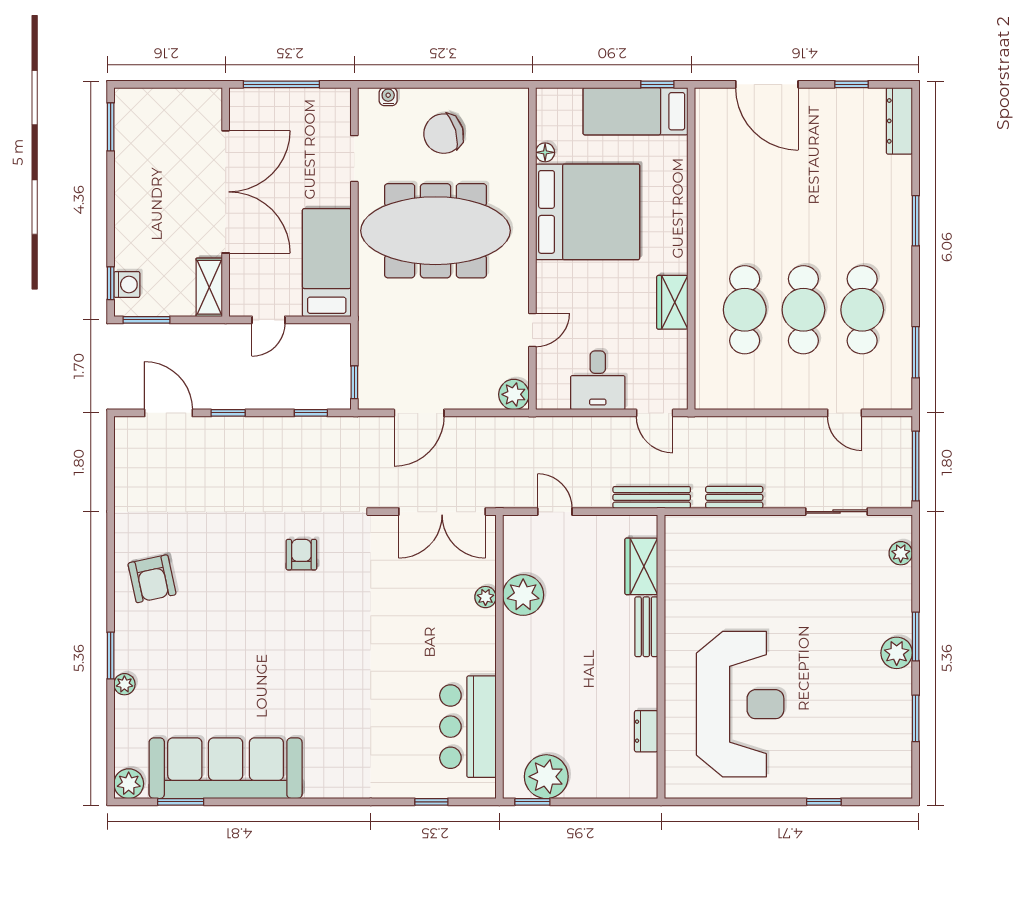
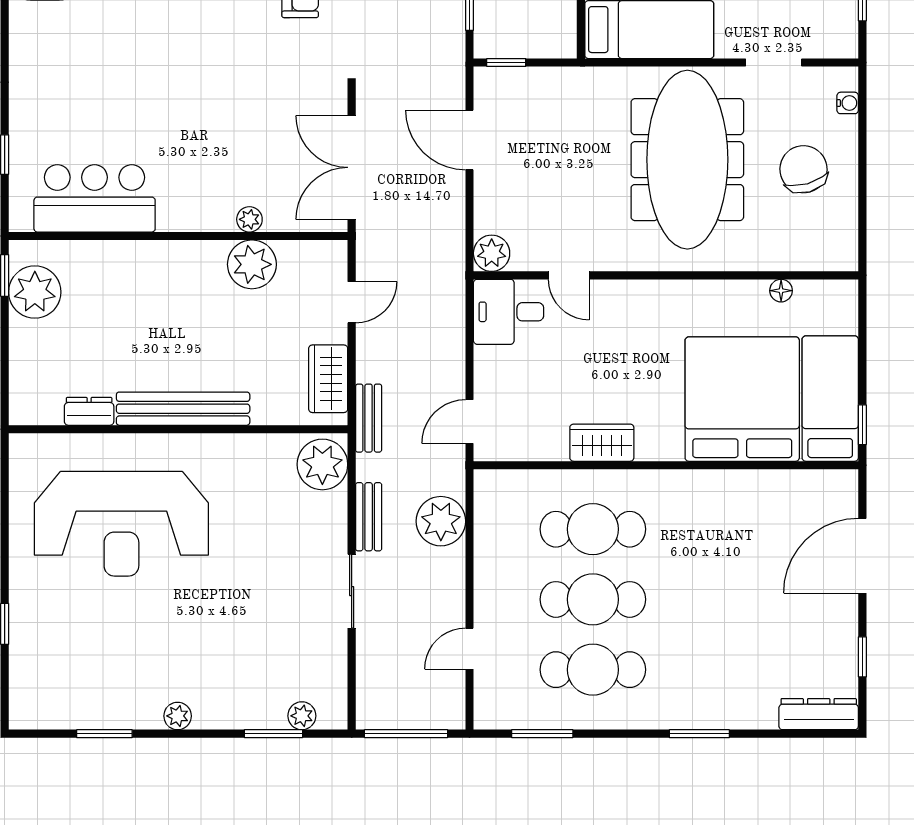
bed: (588, 212) -> (742, 399), moved, turned 180
desk: (598, 380) -> (509, 312), moved
plant: (738, 437) -> (441, 521), added
bench: (652, 497) -> (369, 418), width x0.73
sliding door: (836, 512) -> (352, 591), moved
plant: (691, 536) -> (322, 464), added
wardrobe: (641, 566) -> (328, 379), moved, turned -90
bench: (646, 627) -> (183, 409), width x1.86, depth x1.21
window: (916, 636) -> (273, 734), moved
plant: (897, 653) -> (178, 716), width x0.73, depth x0.73

